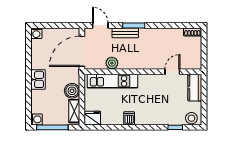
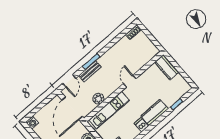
door: (100, 25) -> (69, 81), swing flipped
door: (172, 72) -> (130, 81), moved
kitchen counter: (150, 118) -> (155, 112), added
stool: (191, 118) -> (182, 89), removed

